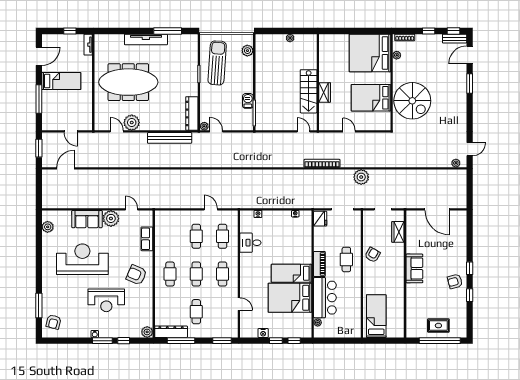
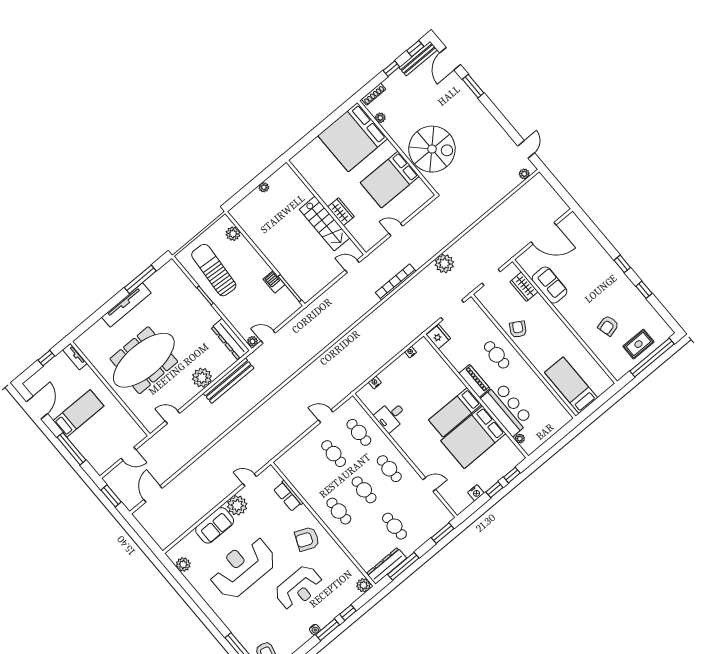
bench: (455, 39) -> (418, 59), width x1.36
plant: (132, 123) -> (202, 378), moved
sofa: (414, 268) -> (550, 285), moved
armchair: (455, 281) -> (608, 326), moved

